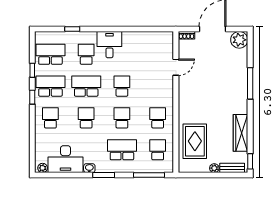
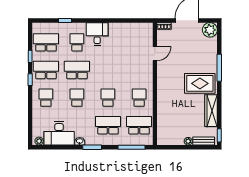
school desk: (122, 86) -> (108, 70), removed
rug: (195, 141) -> (200, 83), moved, turned 90
school desk: (158, 150) -> (139, 125), width x1.85

